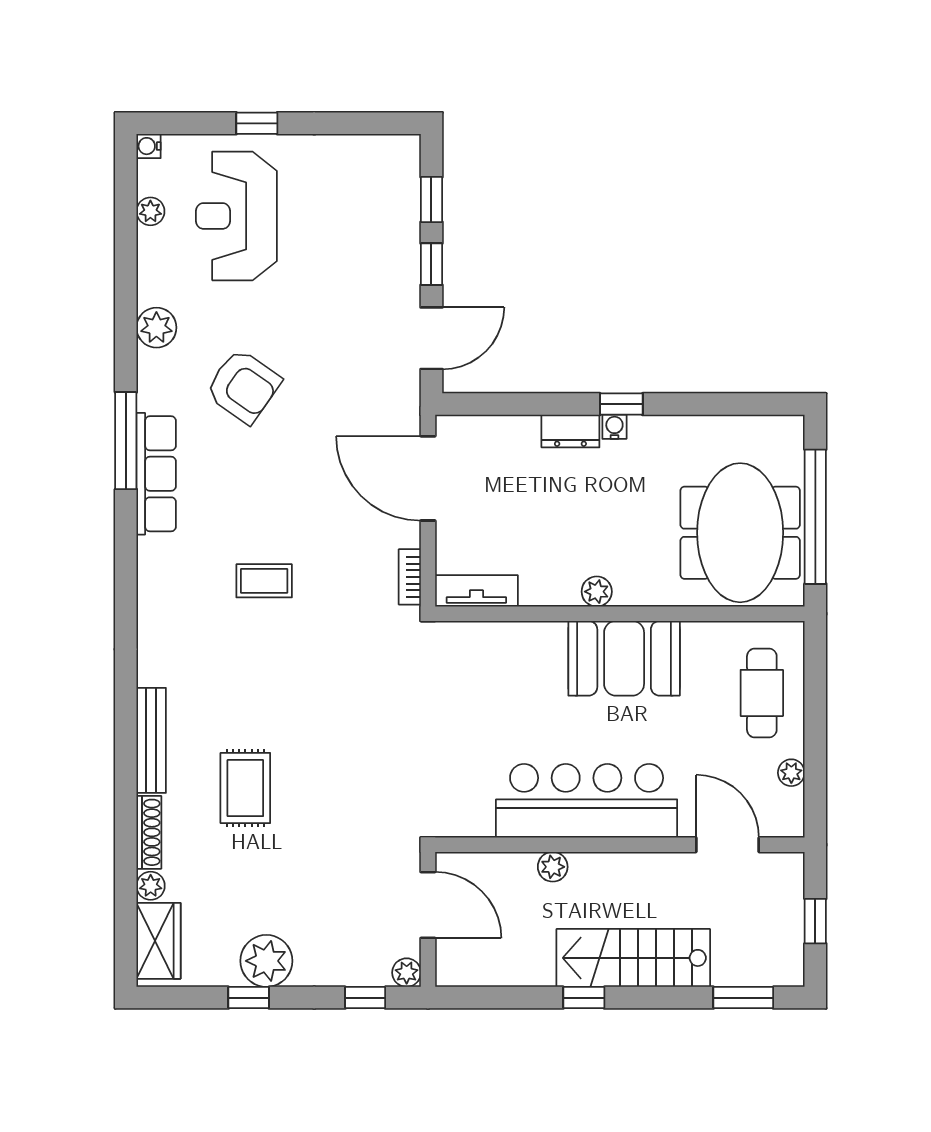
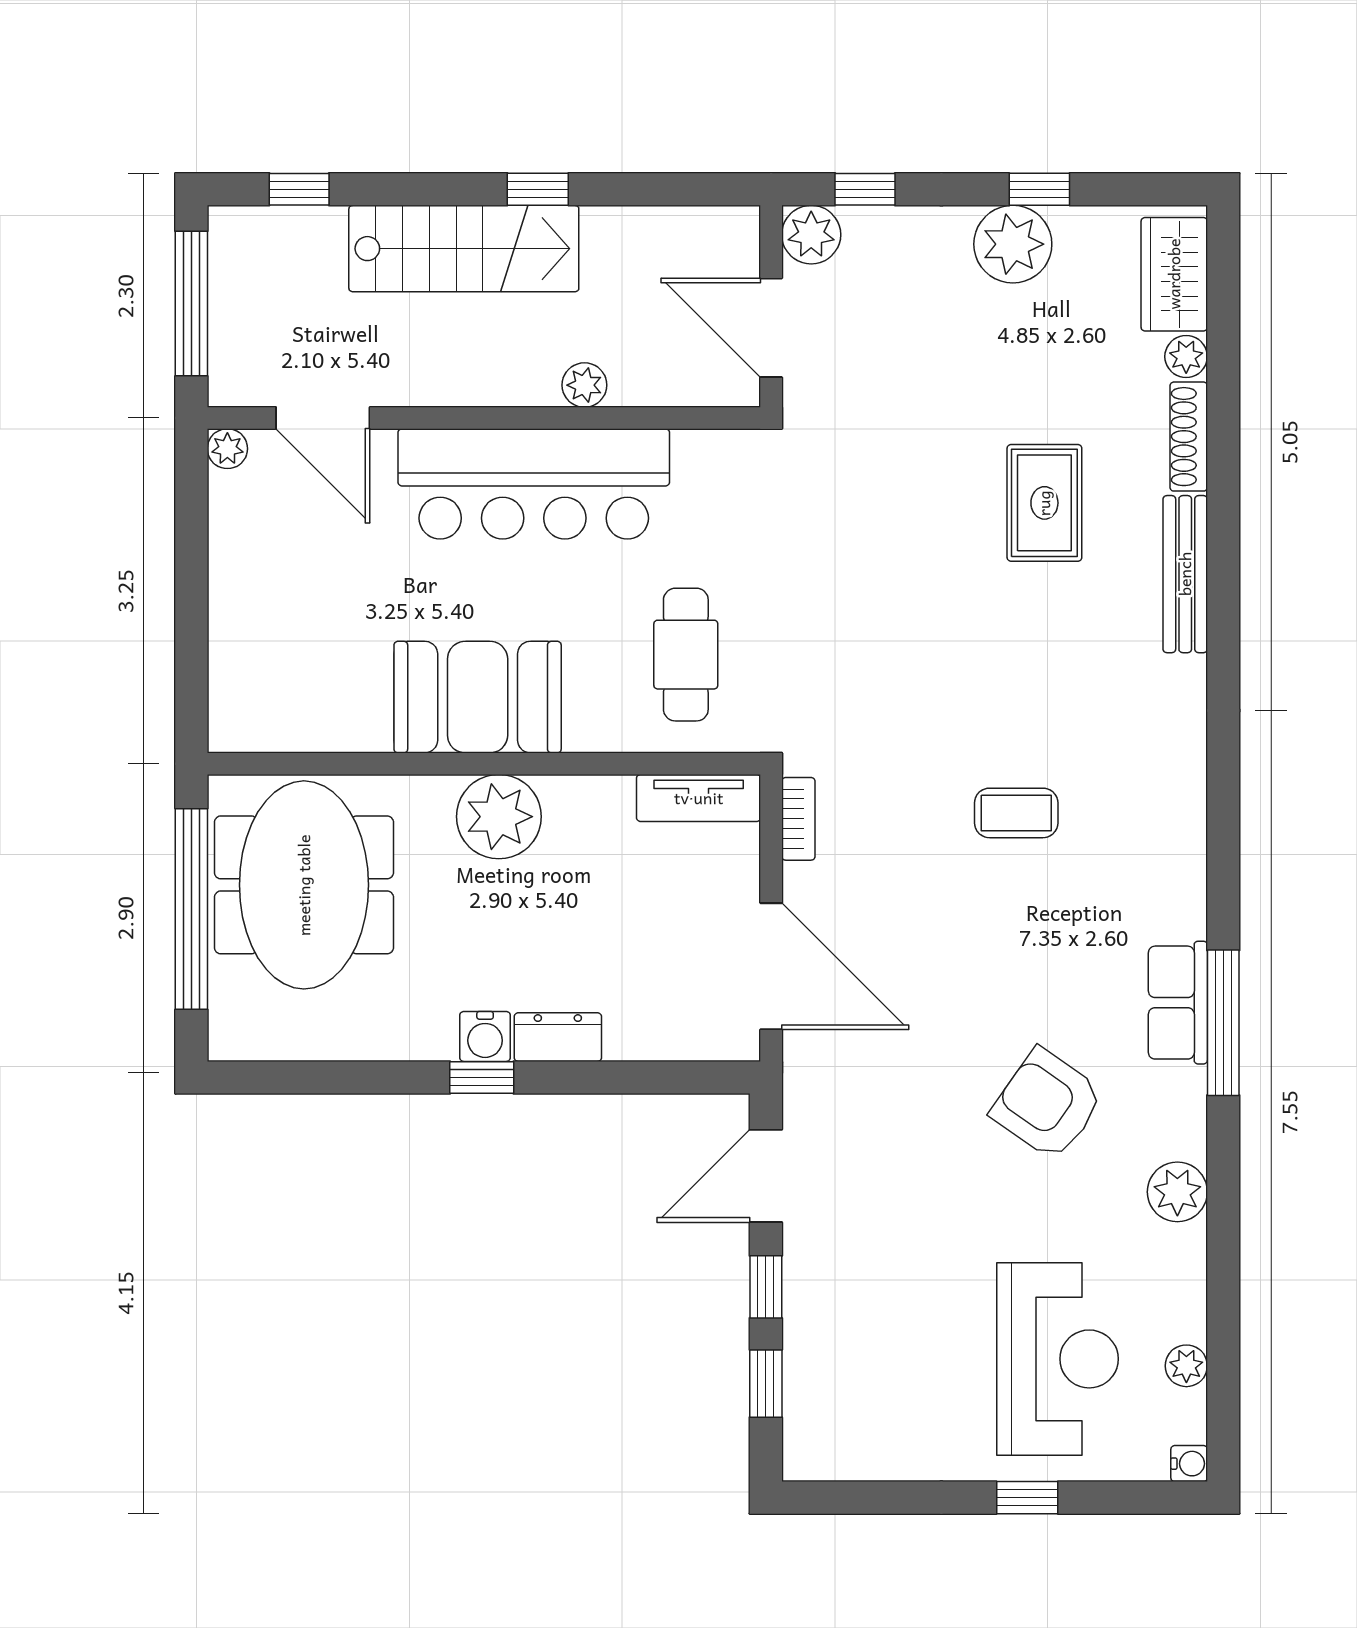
water cooler: (614, 427) -> (485, 1036), width x1.38, depth x1.38
row of seats: (156, 474) -> (1178, 1003), width x0.68
plant: (597, 592) -> (499, 817), width x1.87, depth x1.87
cafe table: (762, 693) -> (686, 655), moved
plant: (791, 773) -> (227, 449), moved
window: (815, 921) -> (191, 304), width x2.17
plant: (407, 973) -> (811, 235), width x1.38, depth x1.38
window: (743, 998) -> (299, 189), width x0.67

